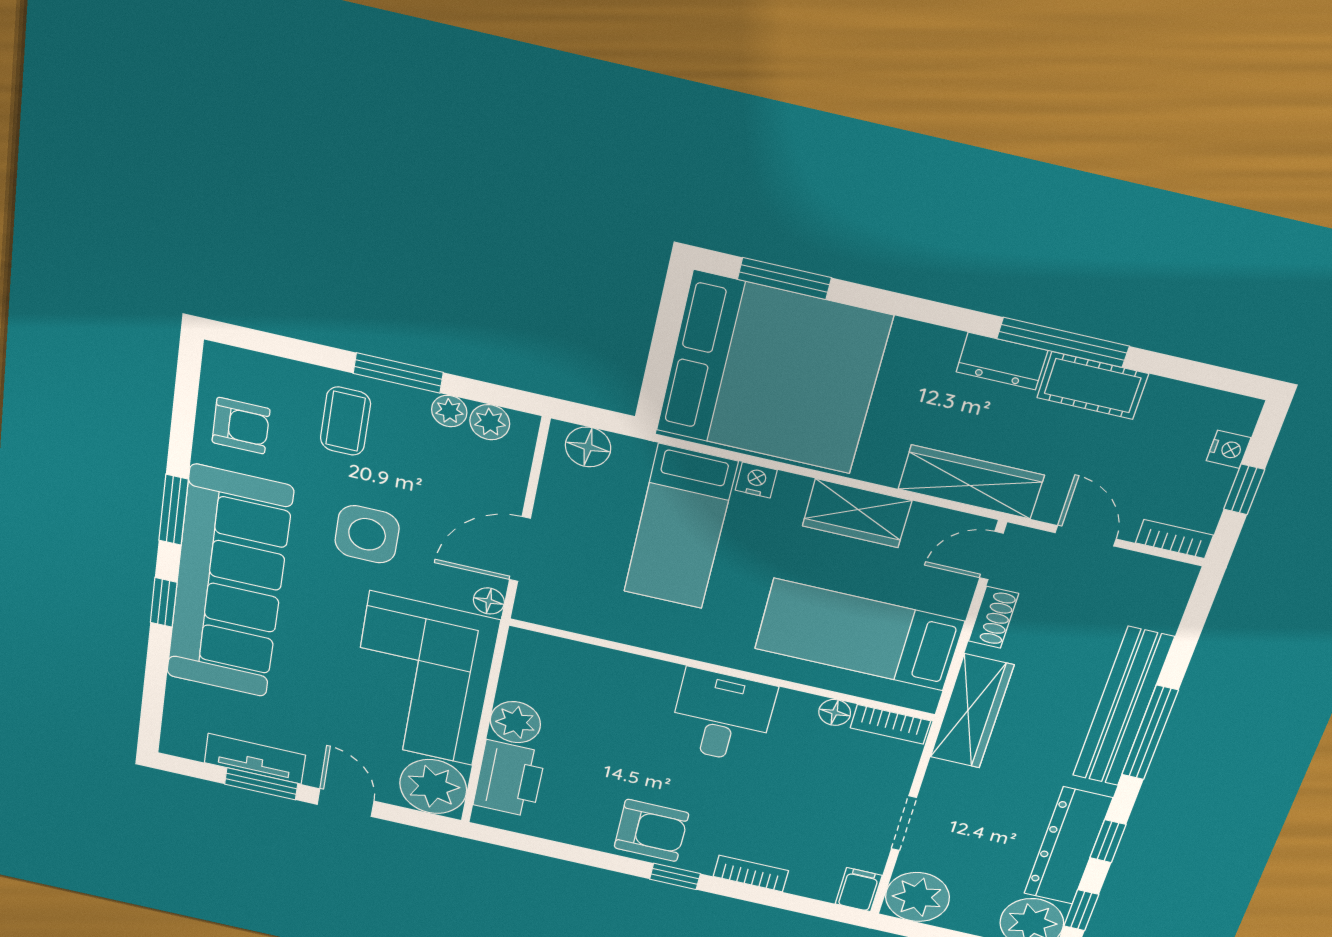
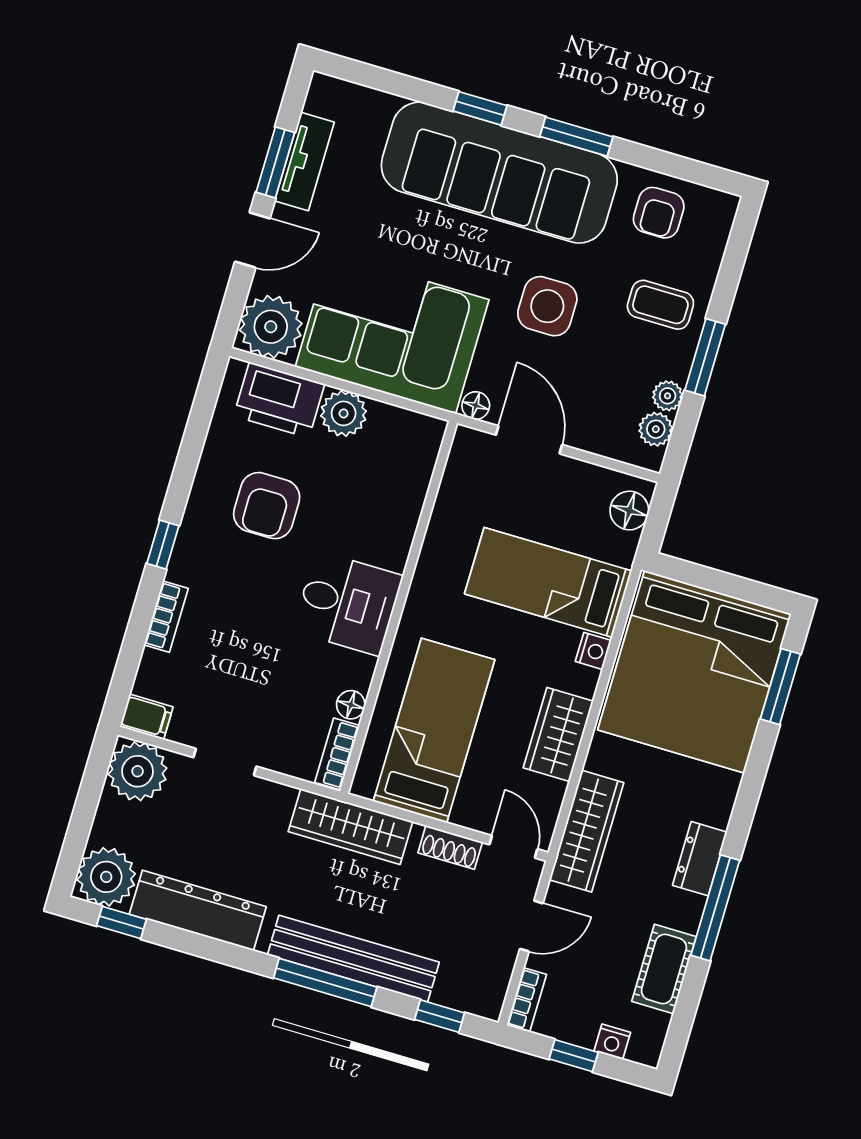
cot: (1093, 386) -> (664, 969), moved
armchair: (651, 830) -> (267, 506), moved
window: (1108, 841) -> (440, 1016), moved

